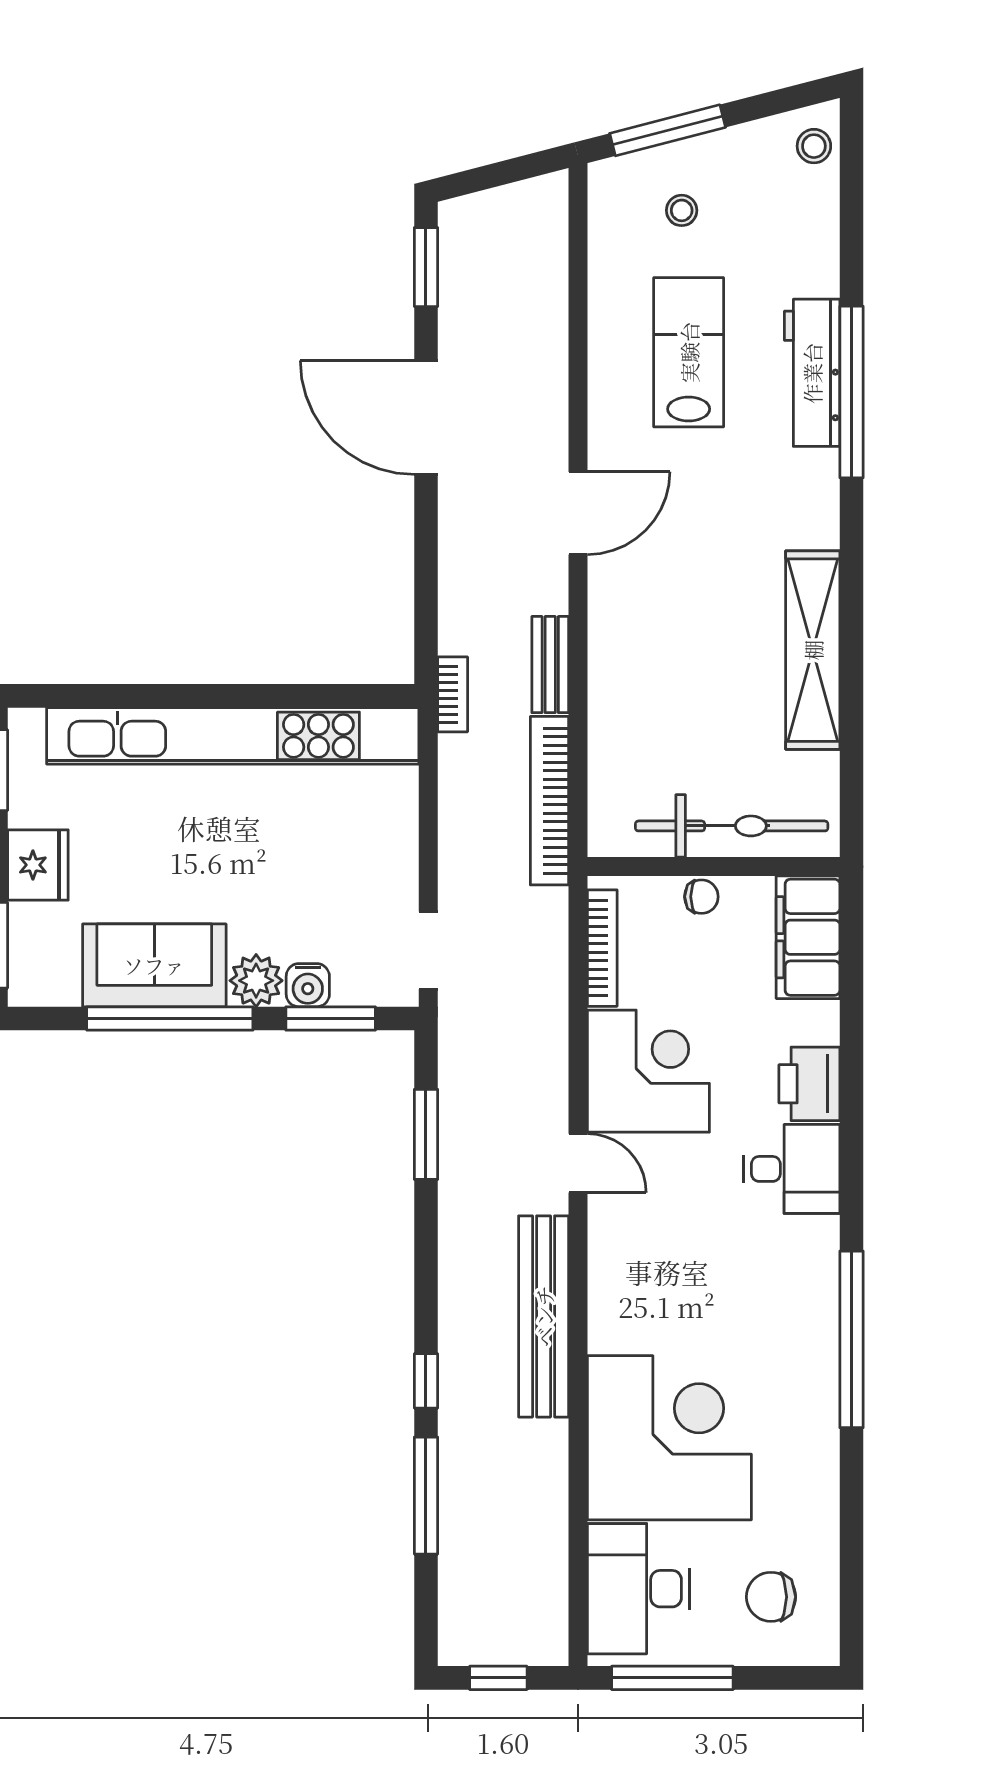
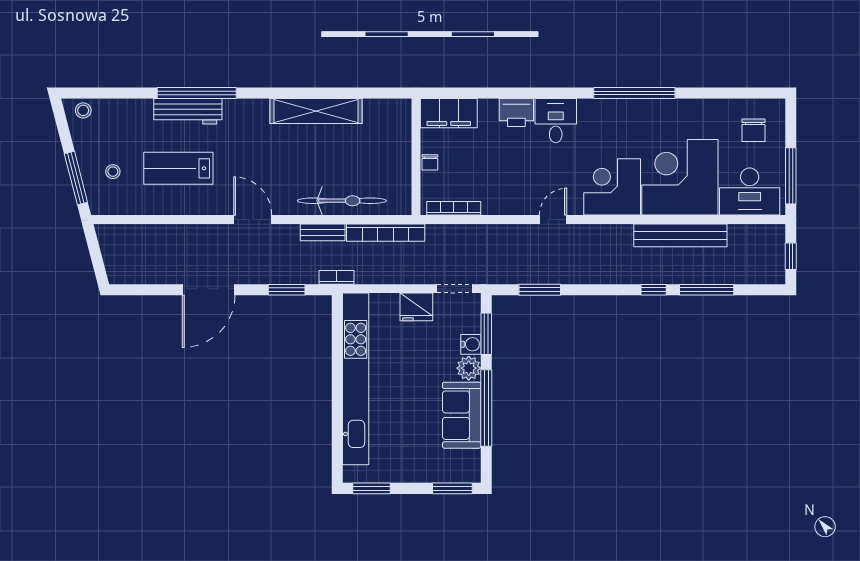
window: (426, 267) -> (287, 290), moved
bicycle: (732, 826) -> (342, 201), moved, turned 90
fridge: (38, 865) -> (416, 307), moved, turned 180
chair: (701, 897) -> (430, 162), turned 180
corner desk: (648, 1071) -> (612, 187), moved
bench: (544, 1316) -> (680, 235), moved

